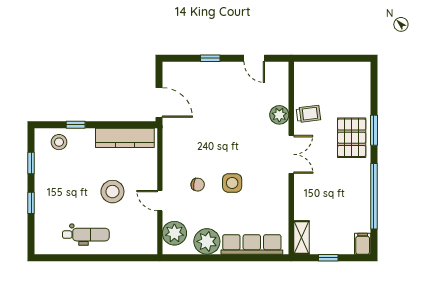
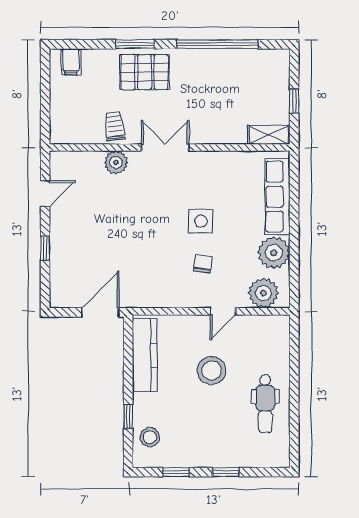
dental chair: (86, 235) -> (265, 404), turned 180
filing cabinet: (363, 244) -> (71, 62), moved, turned -90

